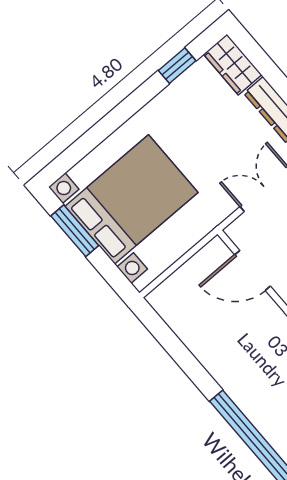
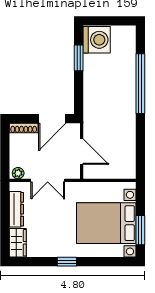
window: (177, 66) -> (67, 262), moved

